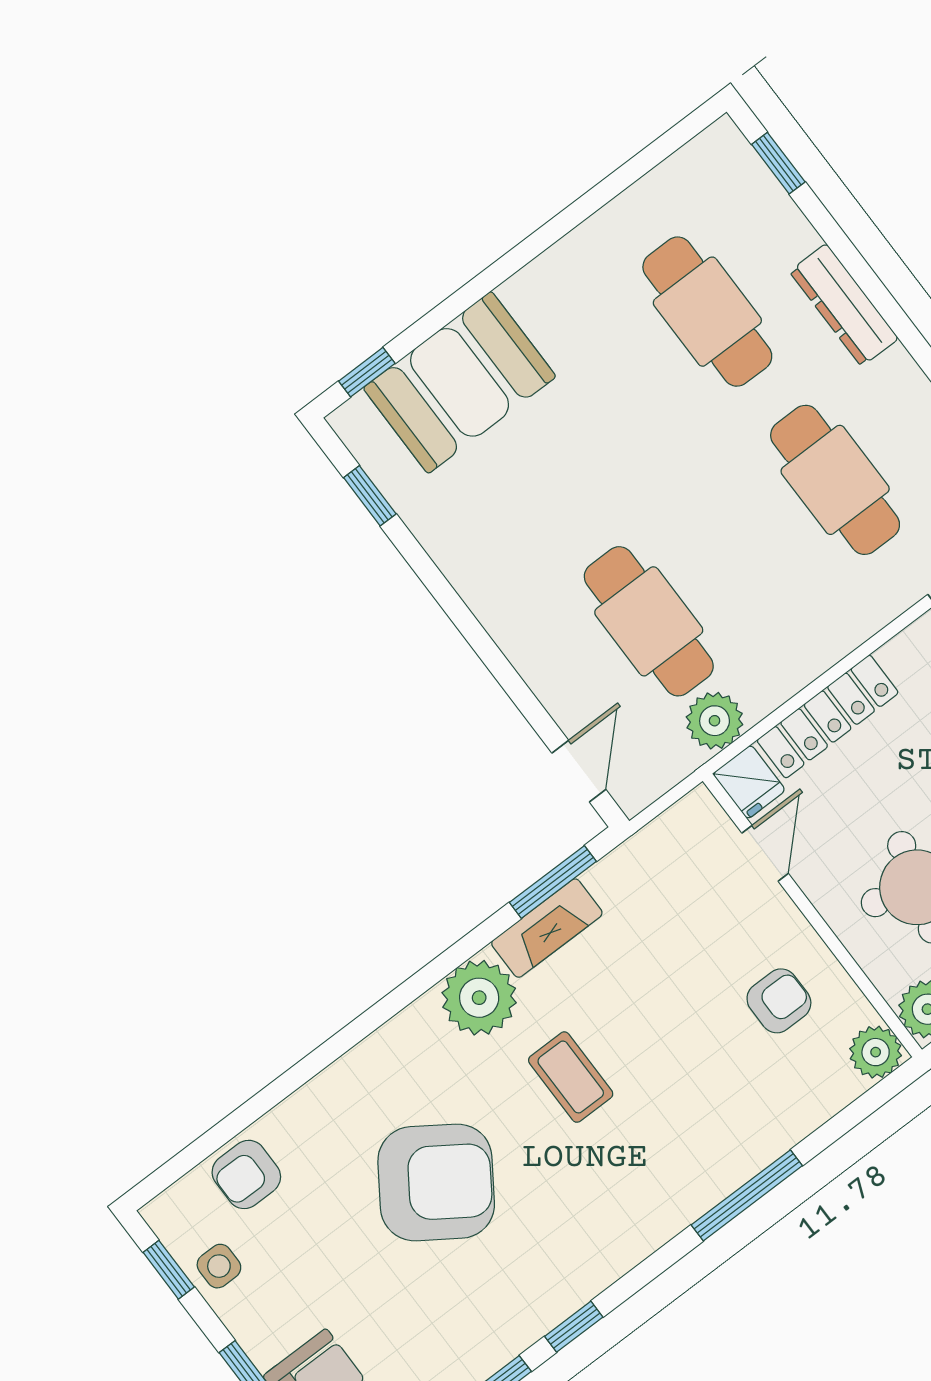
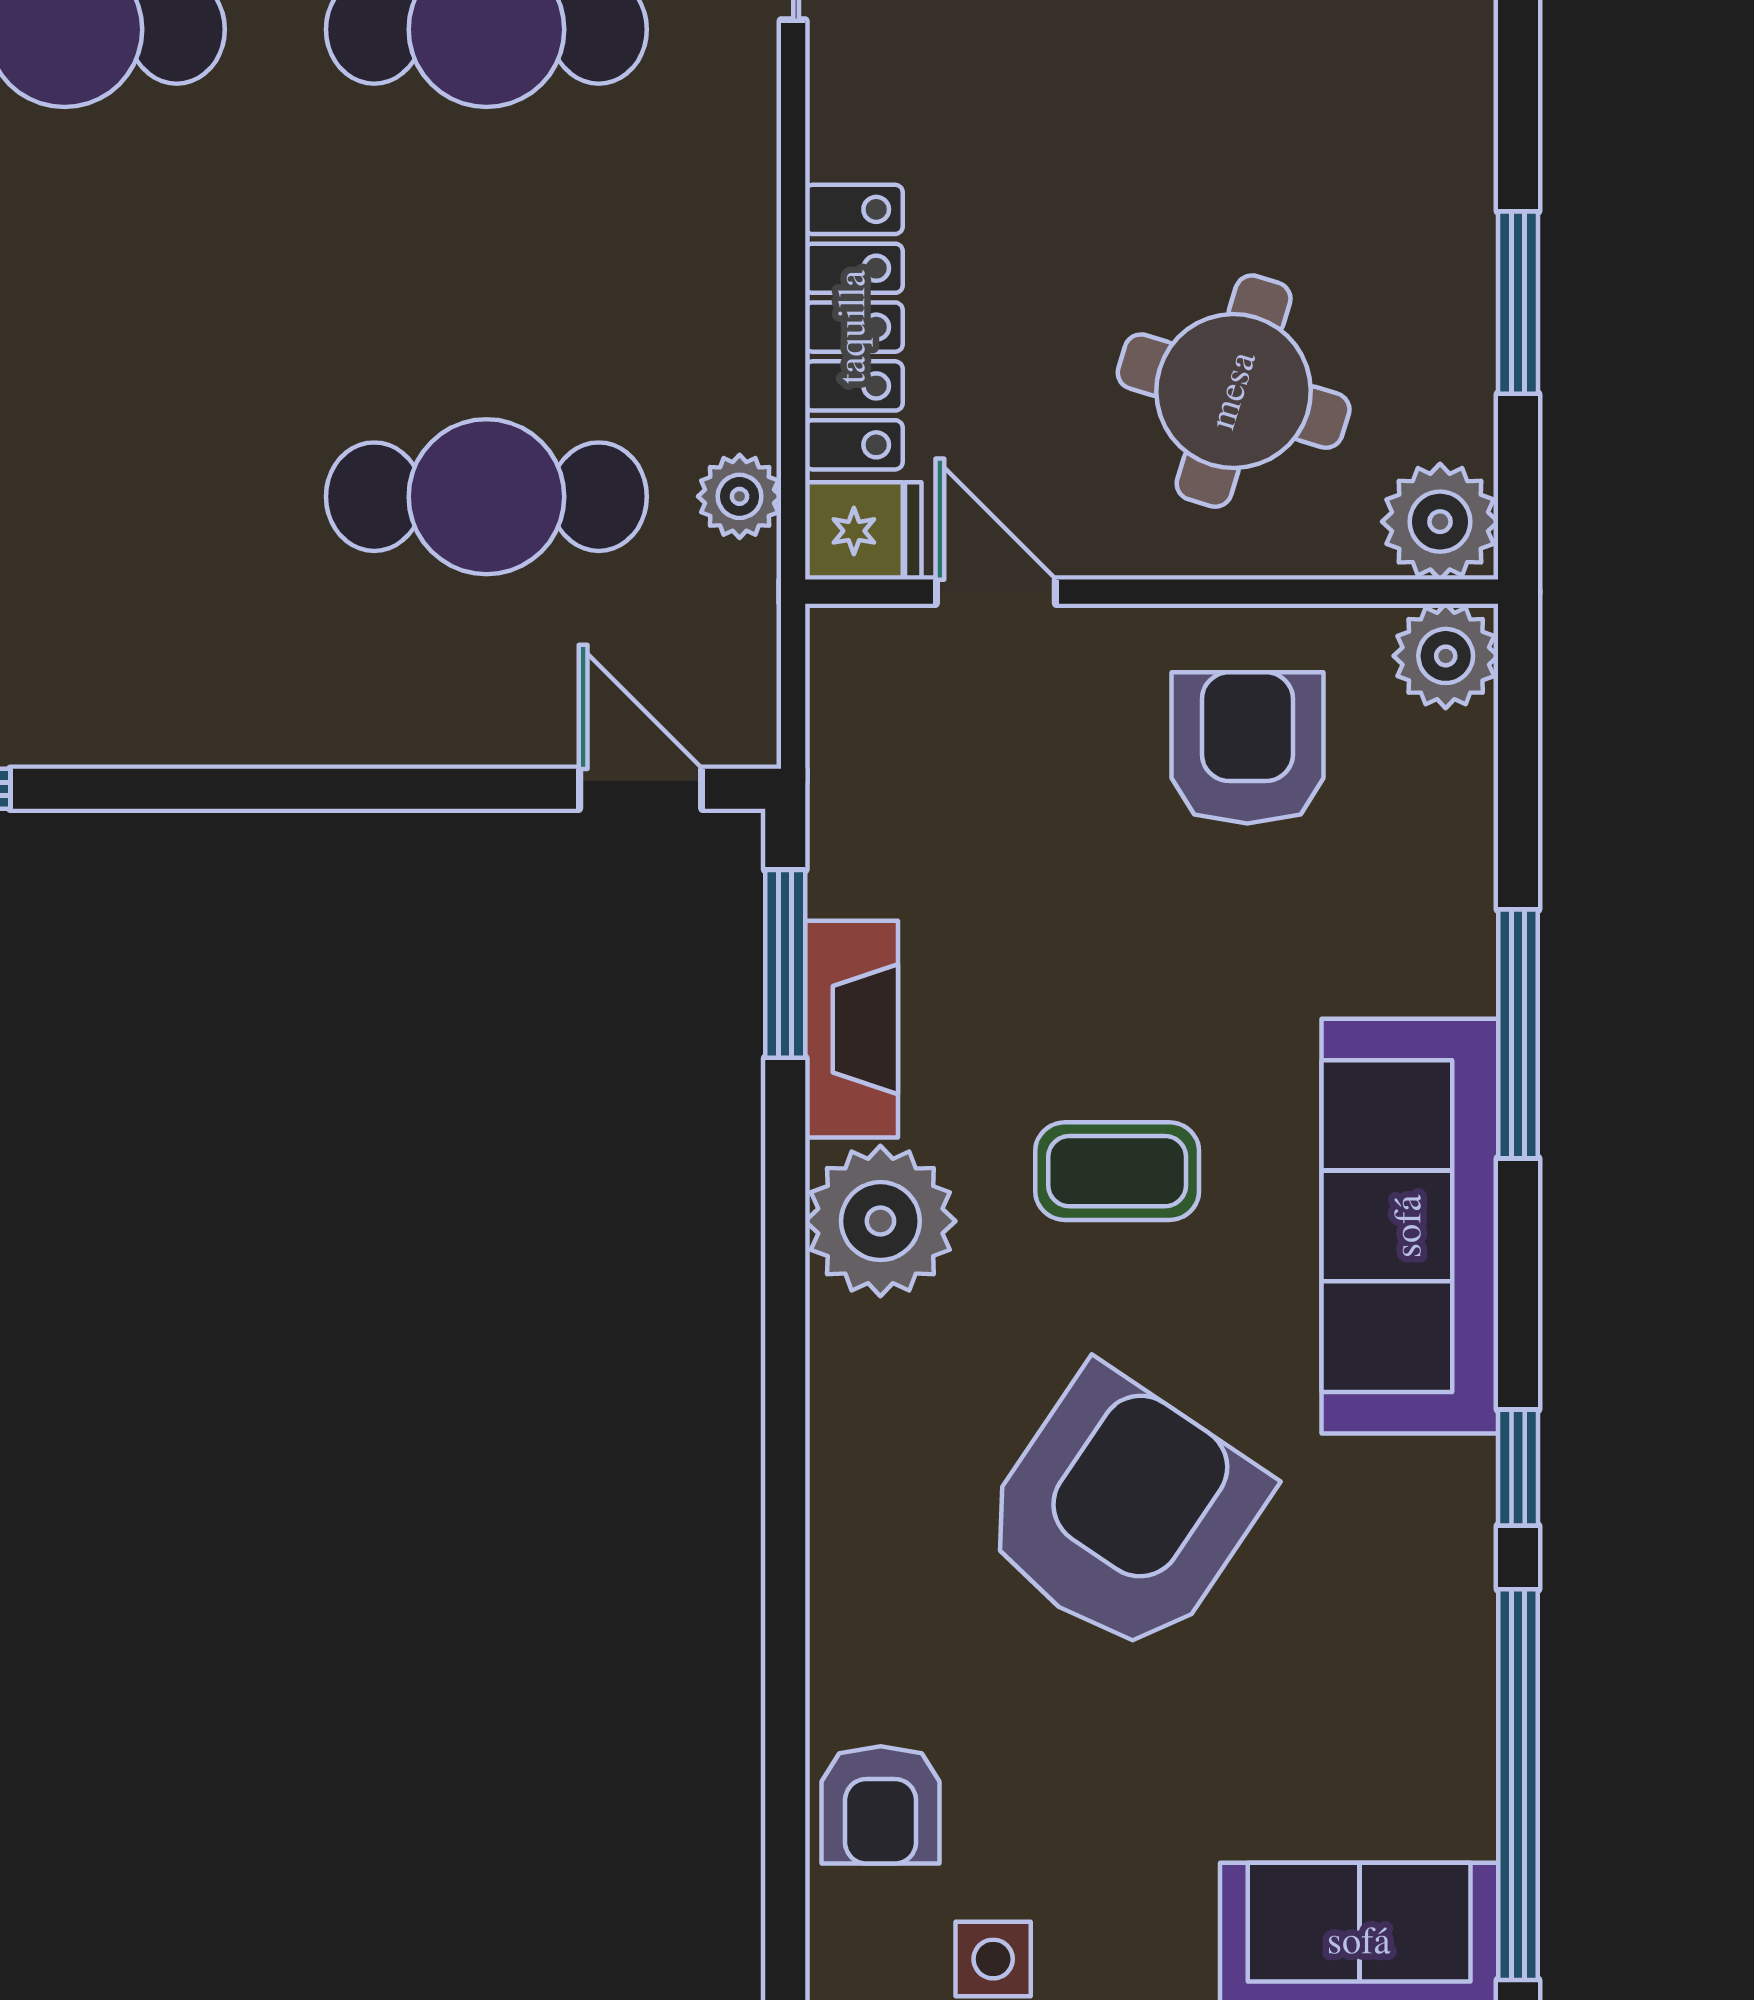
plant: (715, 721) -> (740, 496), width x0.73, depth x0.73
armchair: (779, 1001) -> (1247, 748), width x1.38, depth x1.38
sofa: (637, 1210) -> (1410, 1226), added

